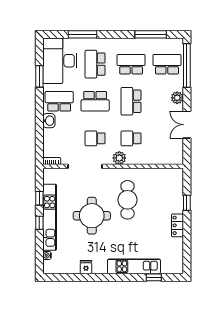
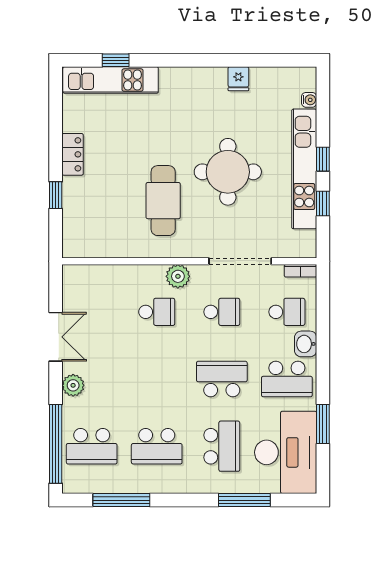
school desk: (131, 101) -> (287, 312), moved, width x0.54
kitchen unit: (134, 266) -> (111, 80), moved

